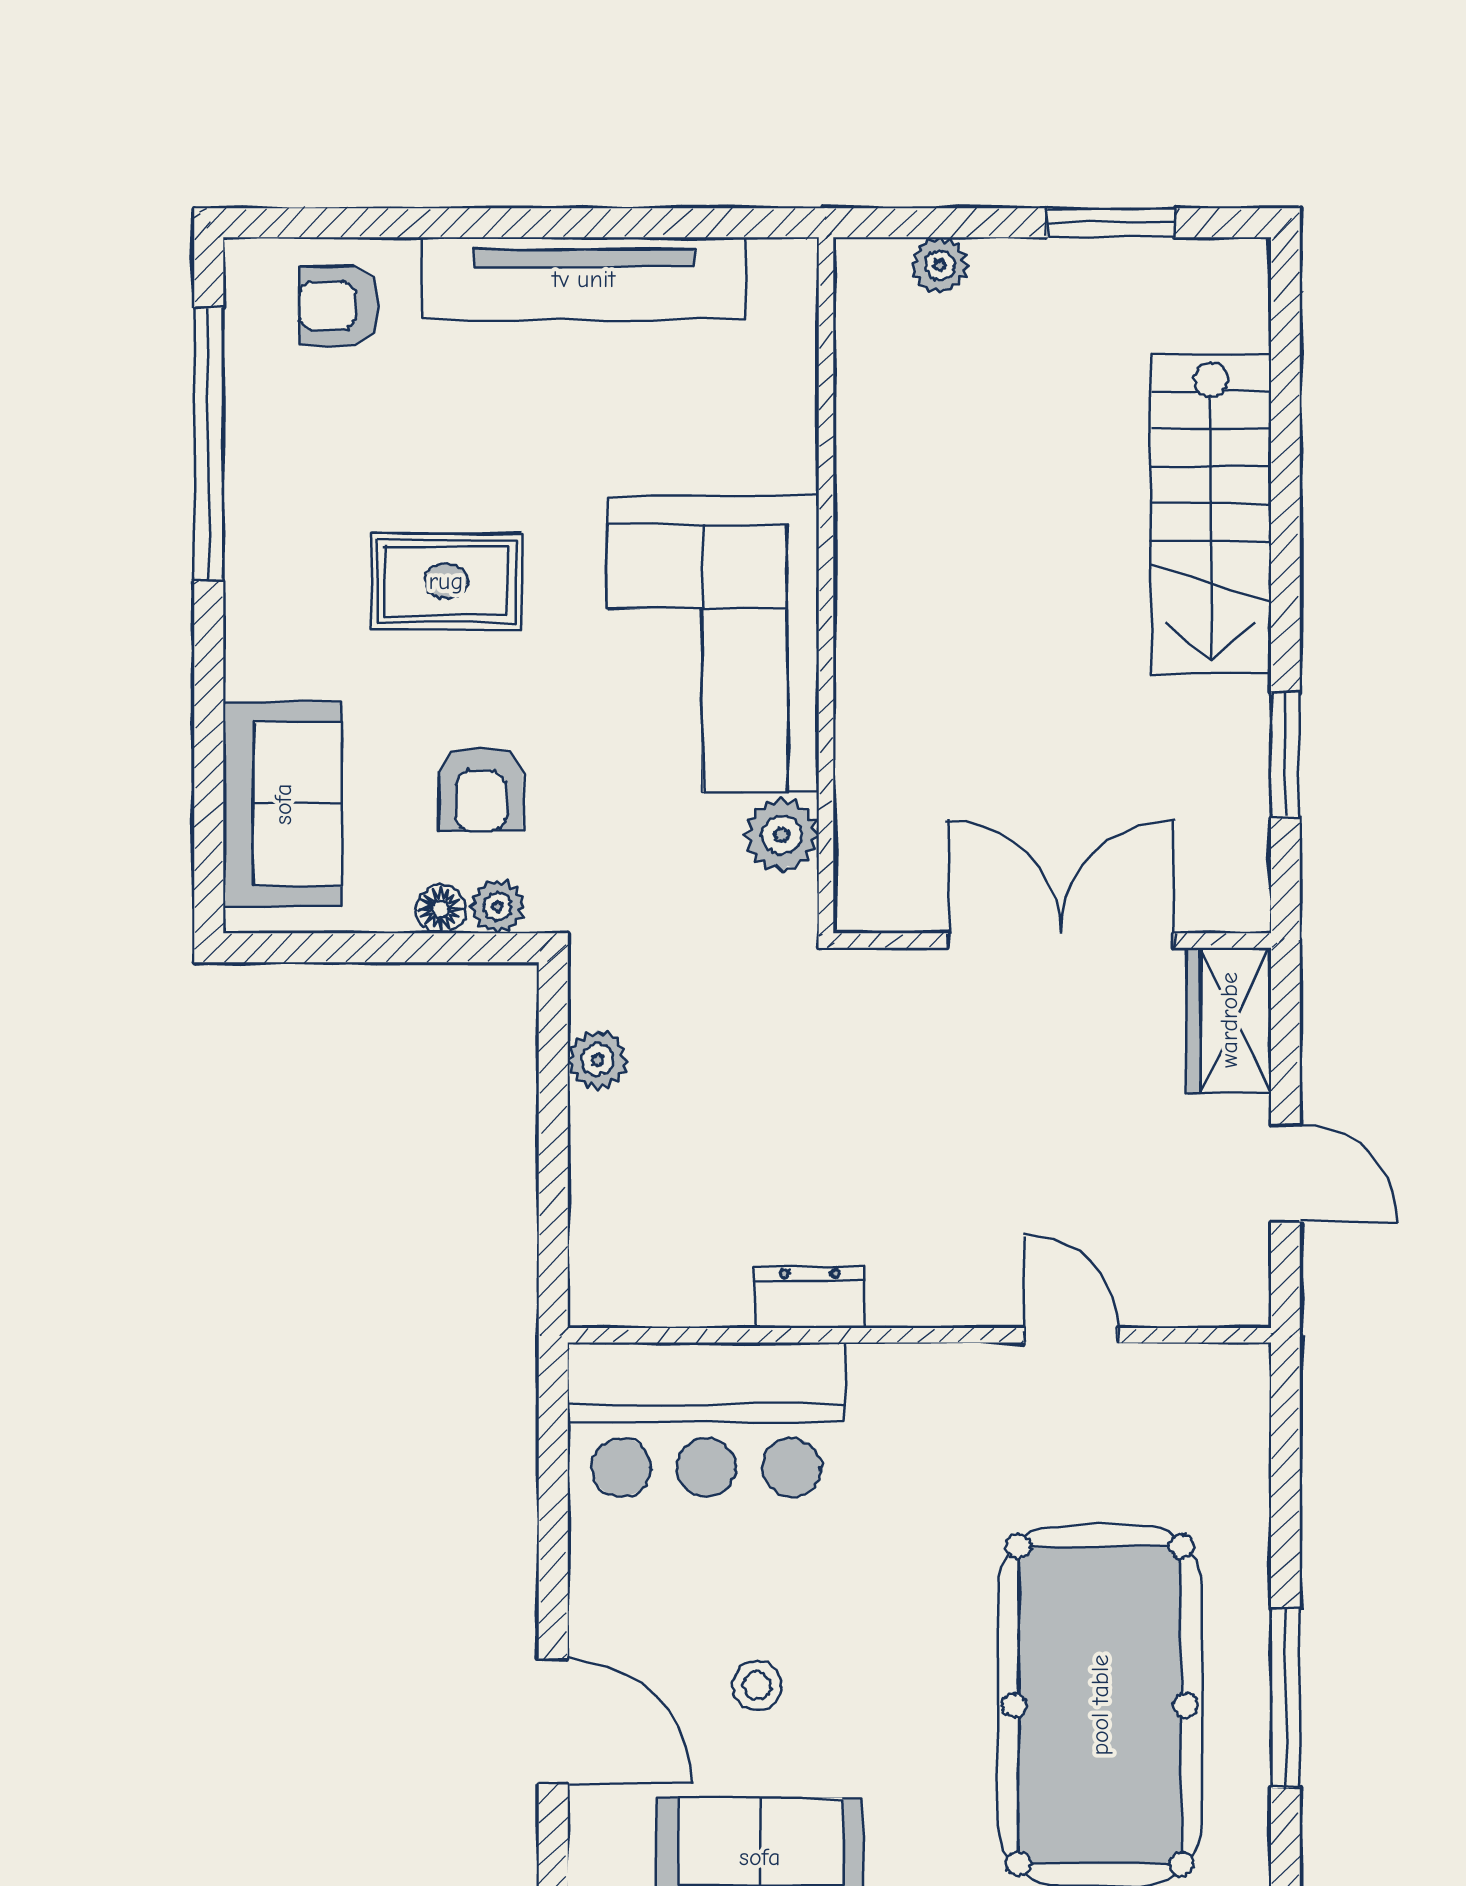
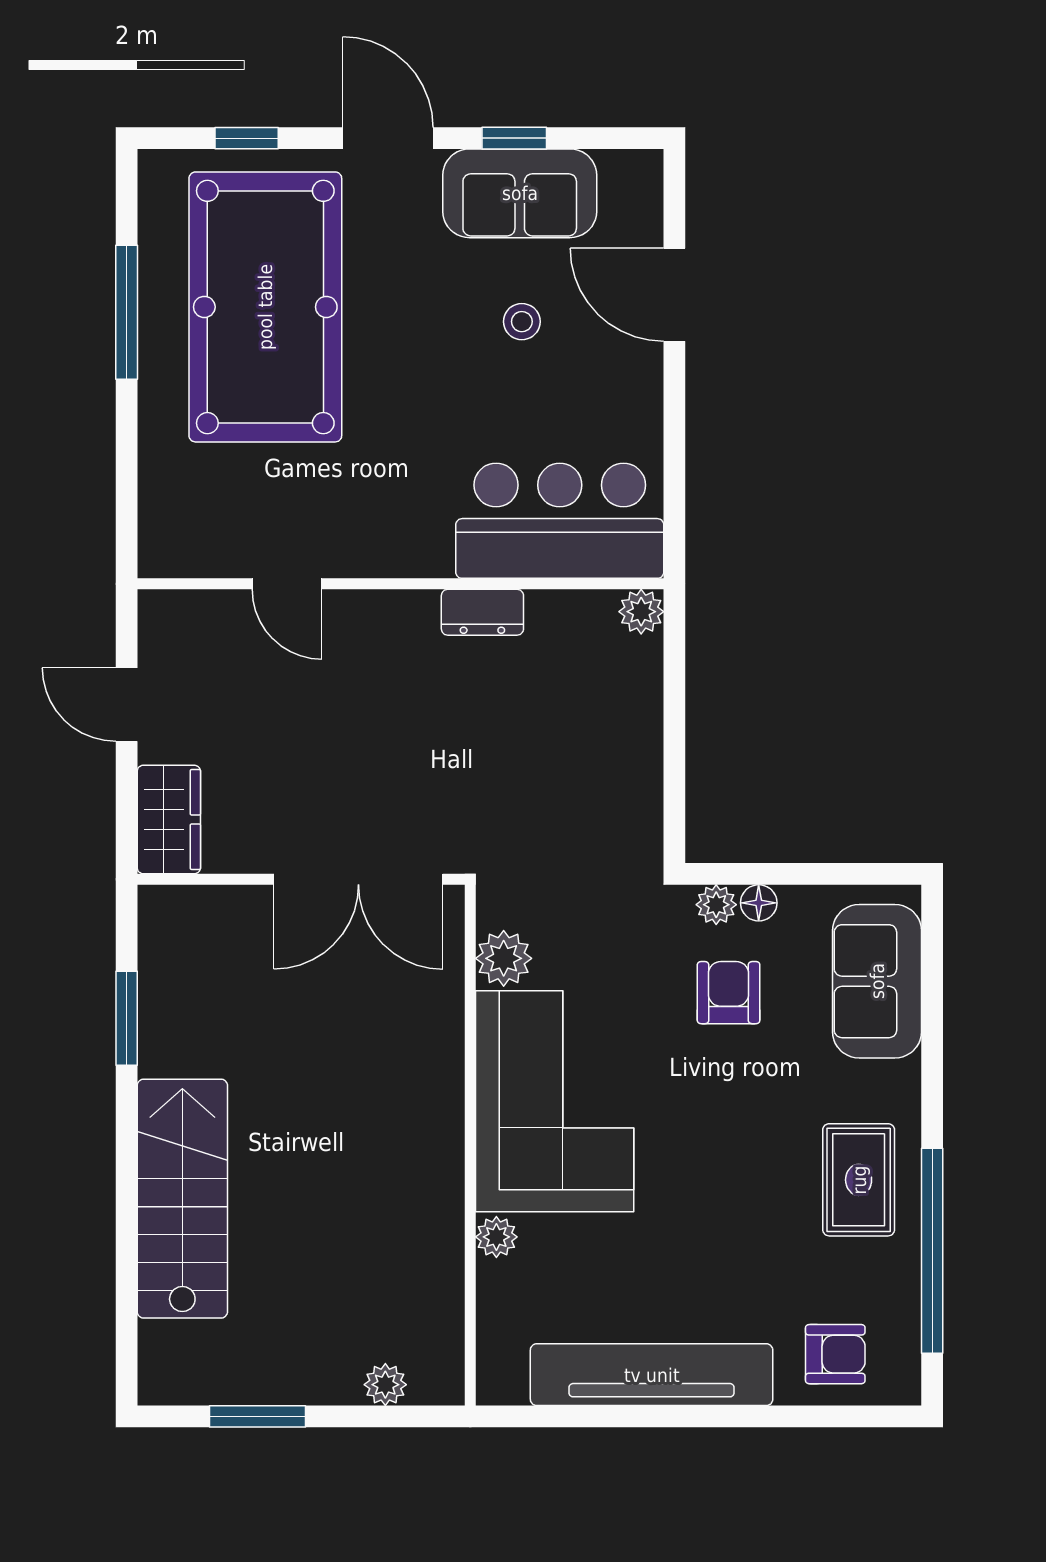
plant: (791, 462) -> (496, 1237), added
rug: (446, 581) -> (859, 1180), moved, turned 90
double door: (1061, 940) -> (358, 879), moved
plant: (598, 1060) -> (641, 612), moved

